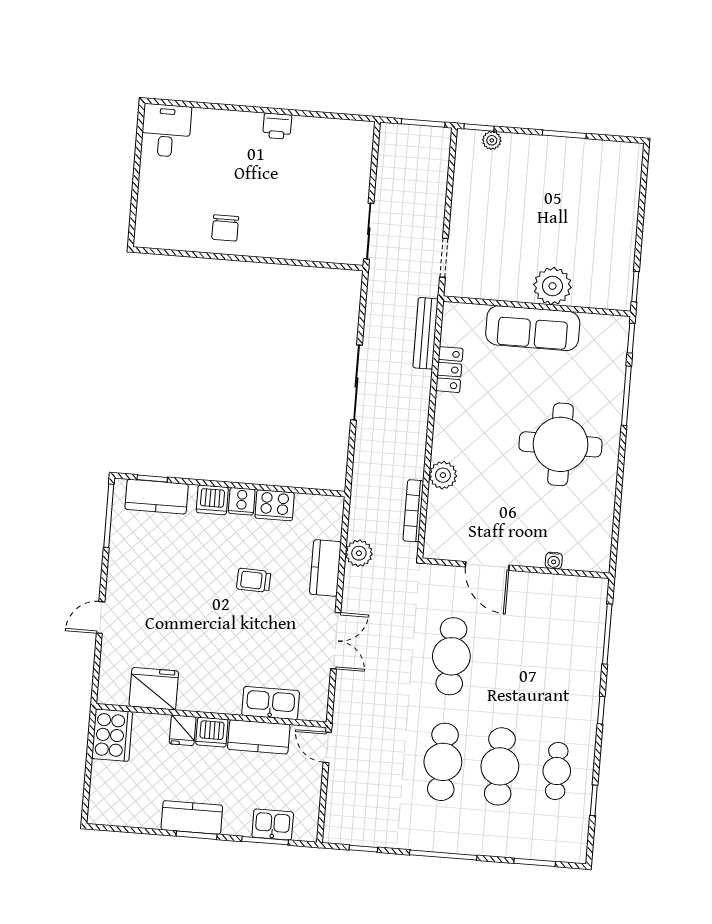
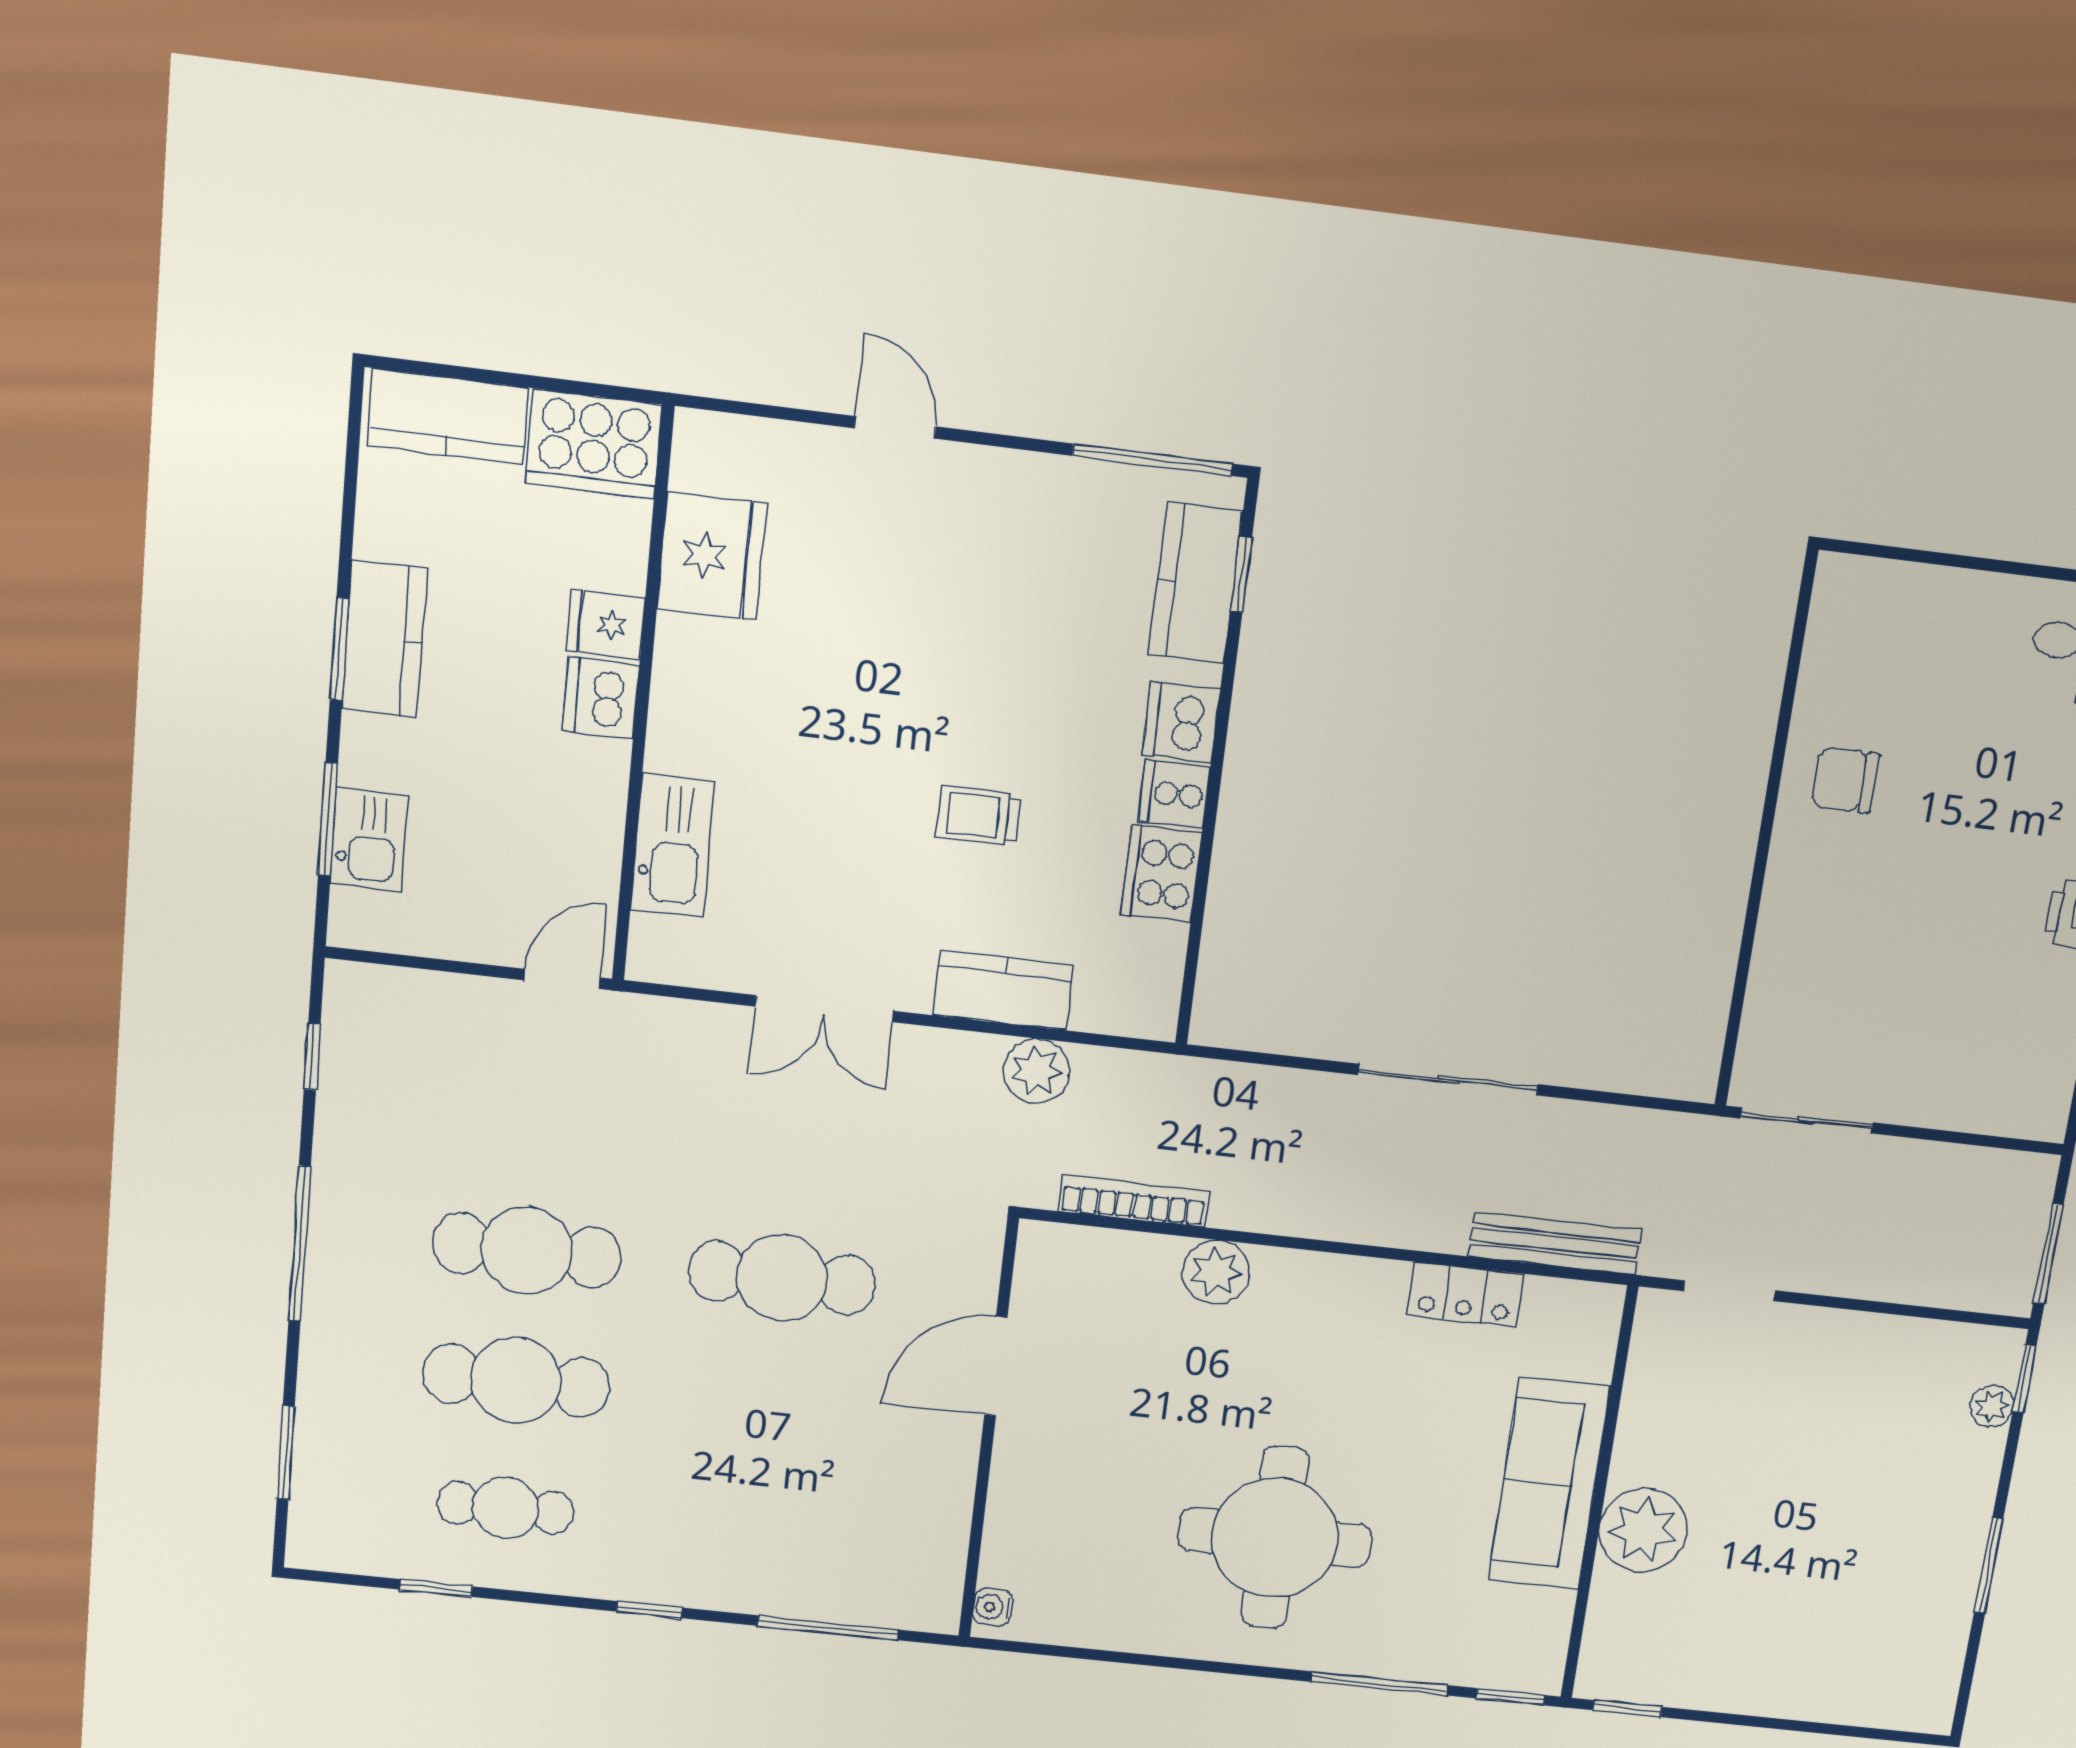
water cooler: (554, 561) -> (993, 1607), moved
trolley: (254, 580) -> (978, 816), turned -92
kitchen counter: (259, 737) -> (448, 417), moved, turned -90

